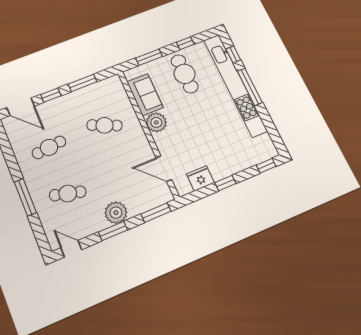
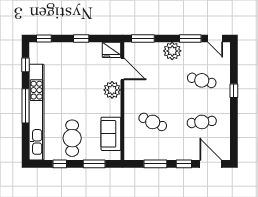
window: (233, 54) -> (26, 65), moved
plant: (156, 122) -> (112, 90), moved
fridge: (200, 178) -> (111, 50), moved
window: (25, 197) -> (234, 91), width x0.46
window: (113, 231) -> (190, 38), moved

